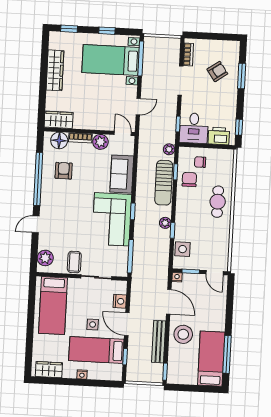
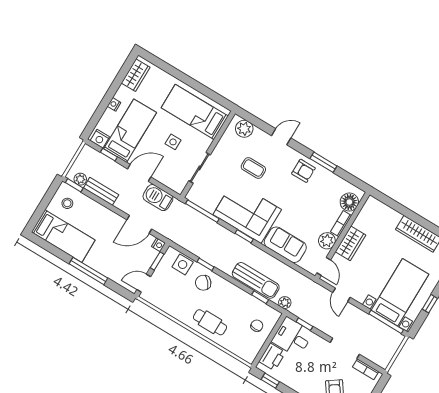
wardrobe: (59, 120) -> (350, 243), moved
door: (123, 133) -> (324, 266), hinge flipped
armchair: (64, 171) -> (303, 171), moved
window: (38, 179) -> (323, 162), width x0.47
chair: (189, 179) -> (203, 283), moved, turned 139
sun lounger: (164, 183) -> (256, 280), turned 180
plant: (165, 223) -> (80, 179), moved
door: (36, 224) -> (281, 137), hinge flipped
coffee table: (74, 262) -> (253, 168), moved
barbecue: (139, 298) -> (158, 198), added
nightstand: (120, 301) -> (100, 139), moved
side table: (93, 324) -> (173, 142), moved
stool: (183, 334) -> (67, 203), moved, width x0.53, depth x0.53
bench: (159, 342) -> (101, 191), width x0.73
window: (227, 354) -> (88, 271), moved

